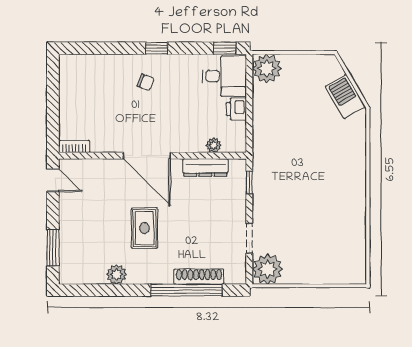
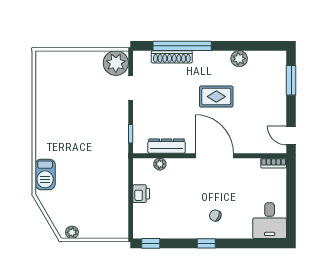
plant: (267, 68) -> (72, 232), moved, width x0.53, depth x0.53
desk: (224, 76) -> (270, 221), moved, turned -90
barbecue: (345, 97) -> (45, 174), moved, turned 30
rug: (144, 228) -> (216, 97), turned 90

